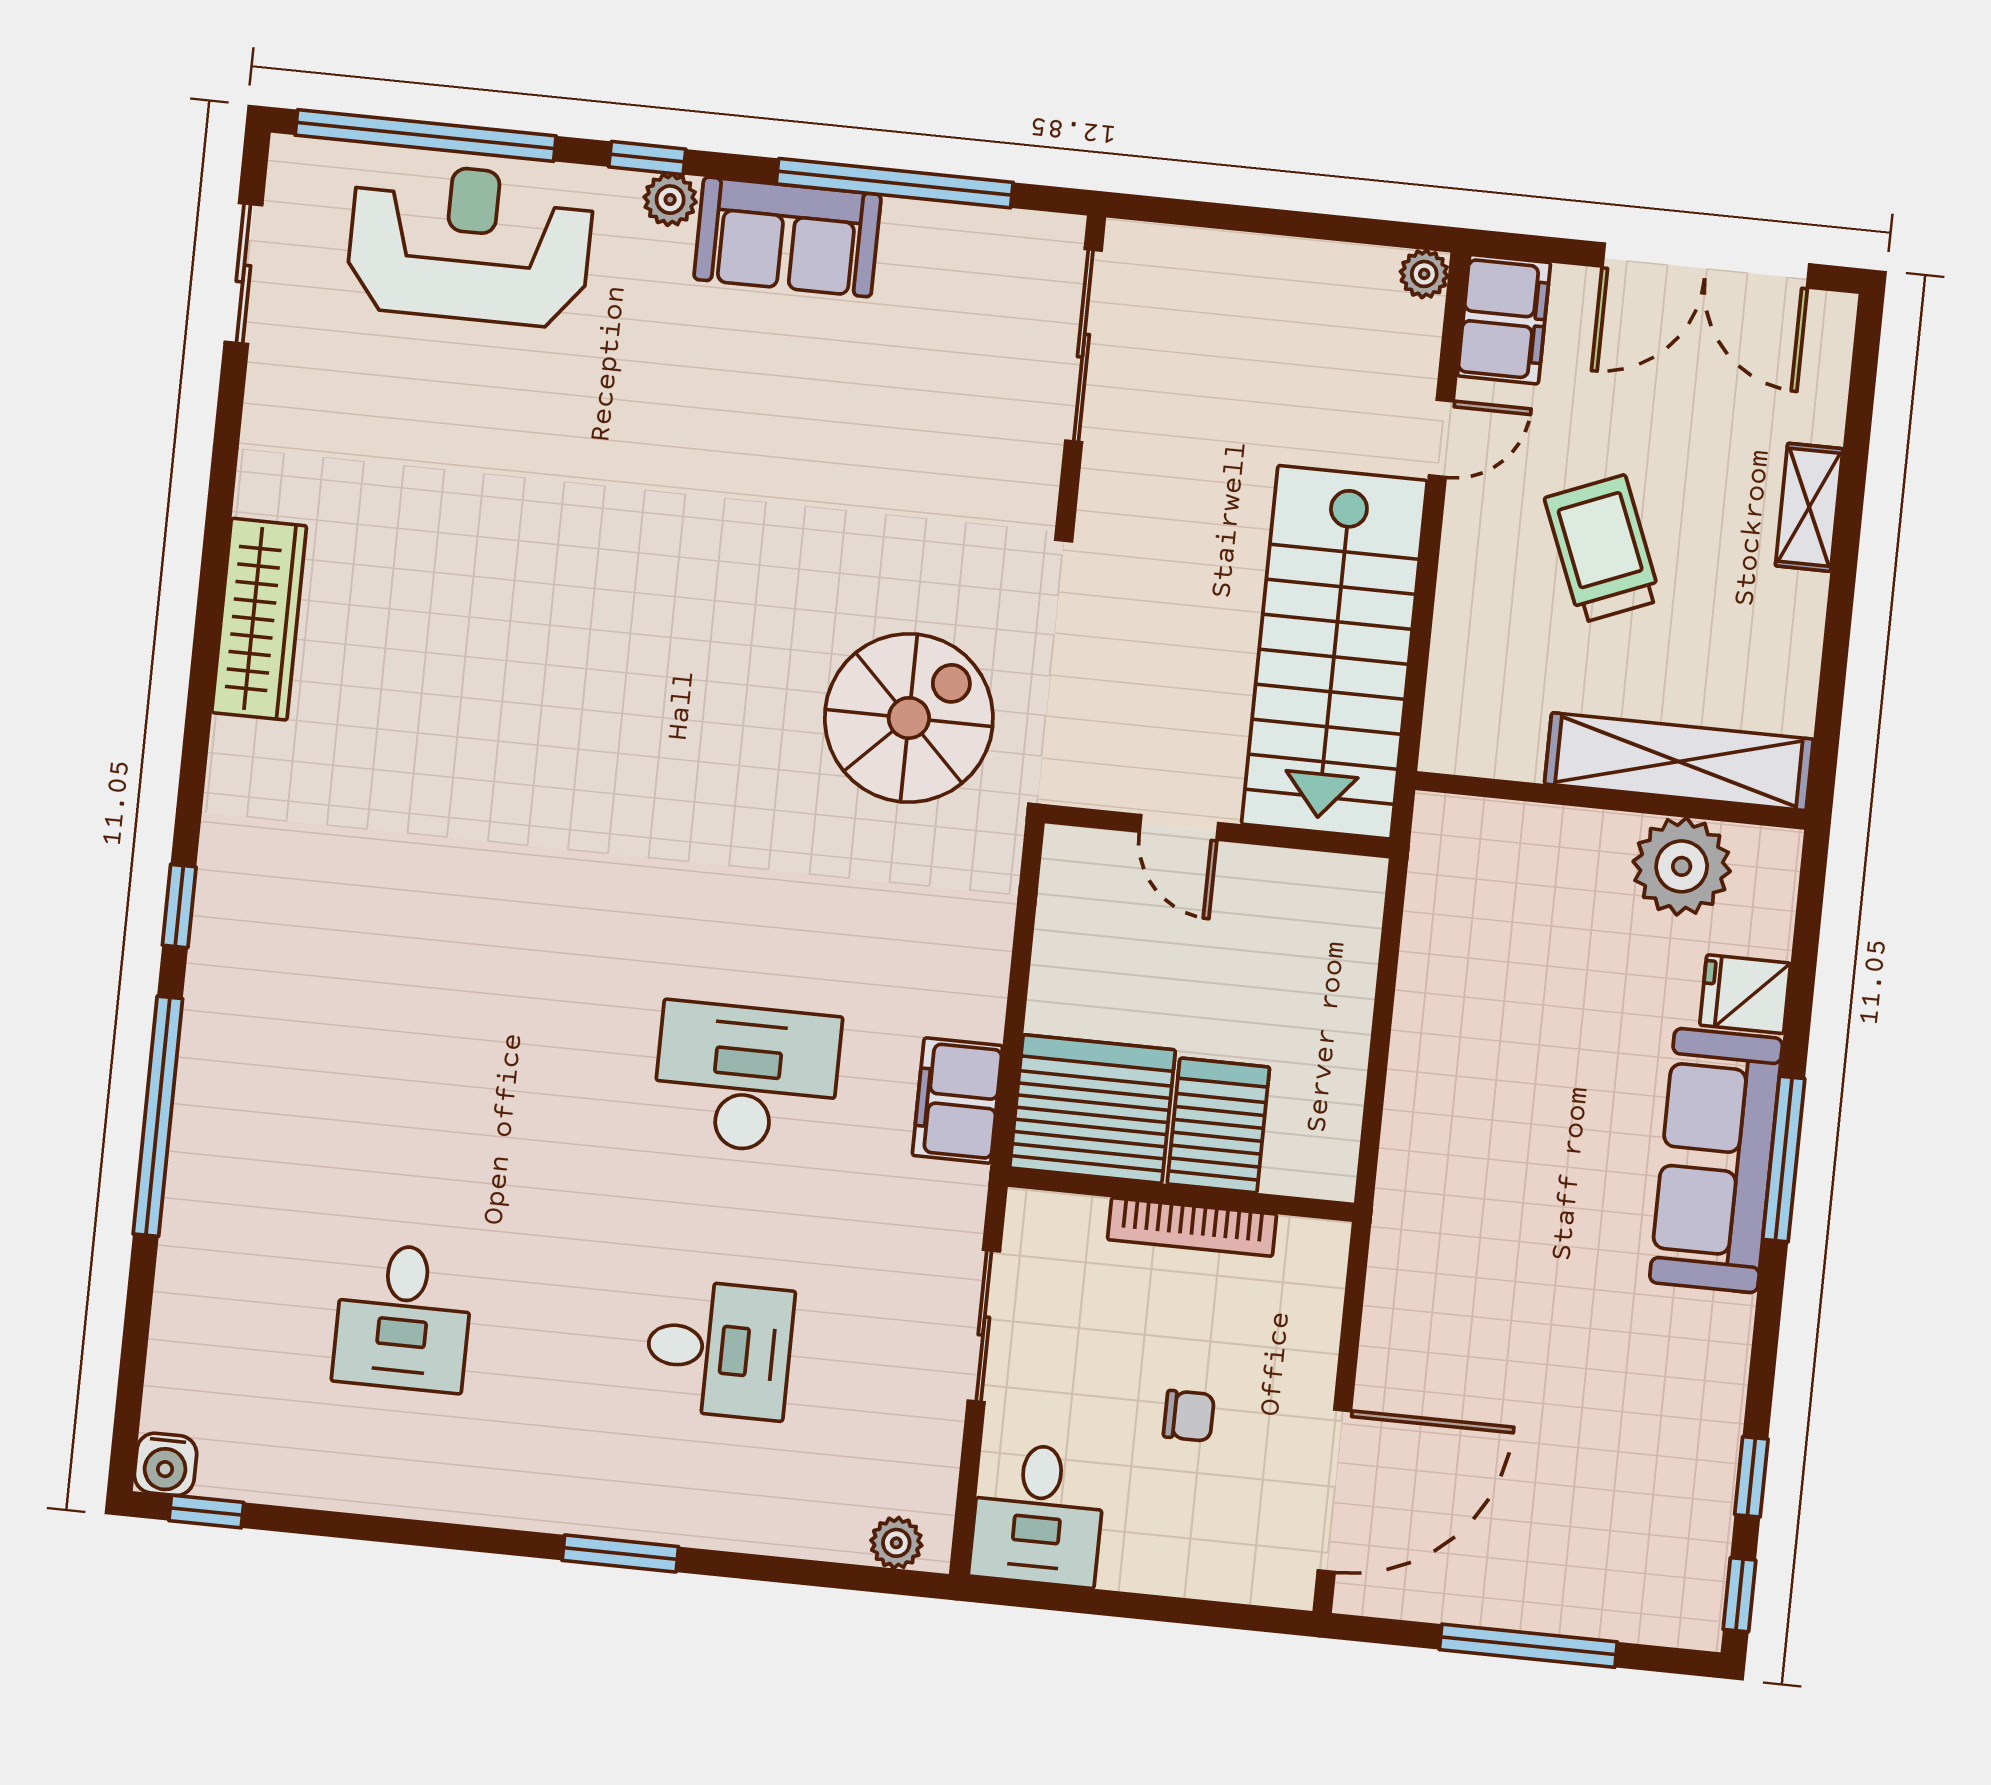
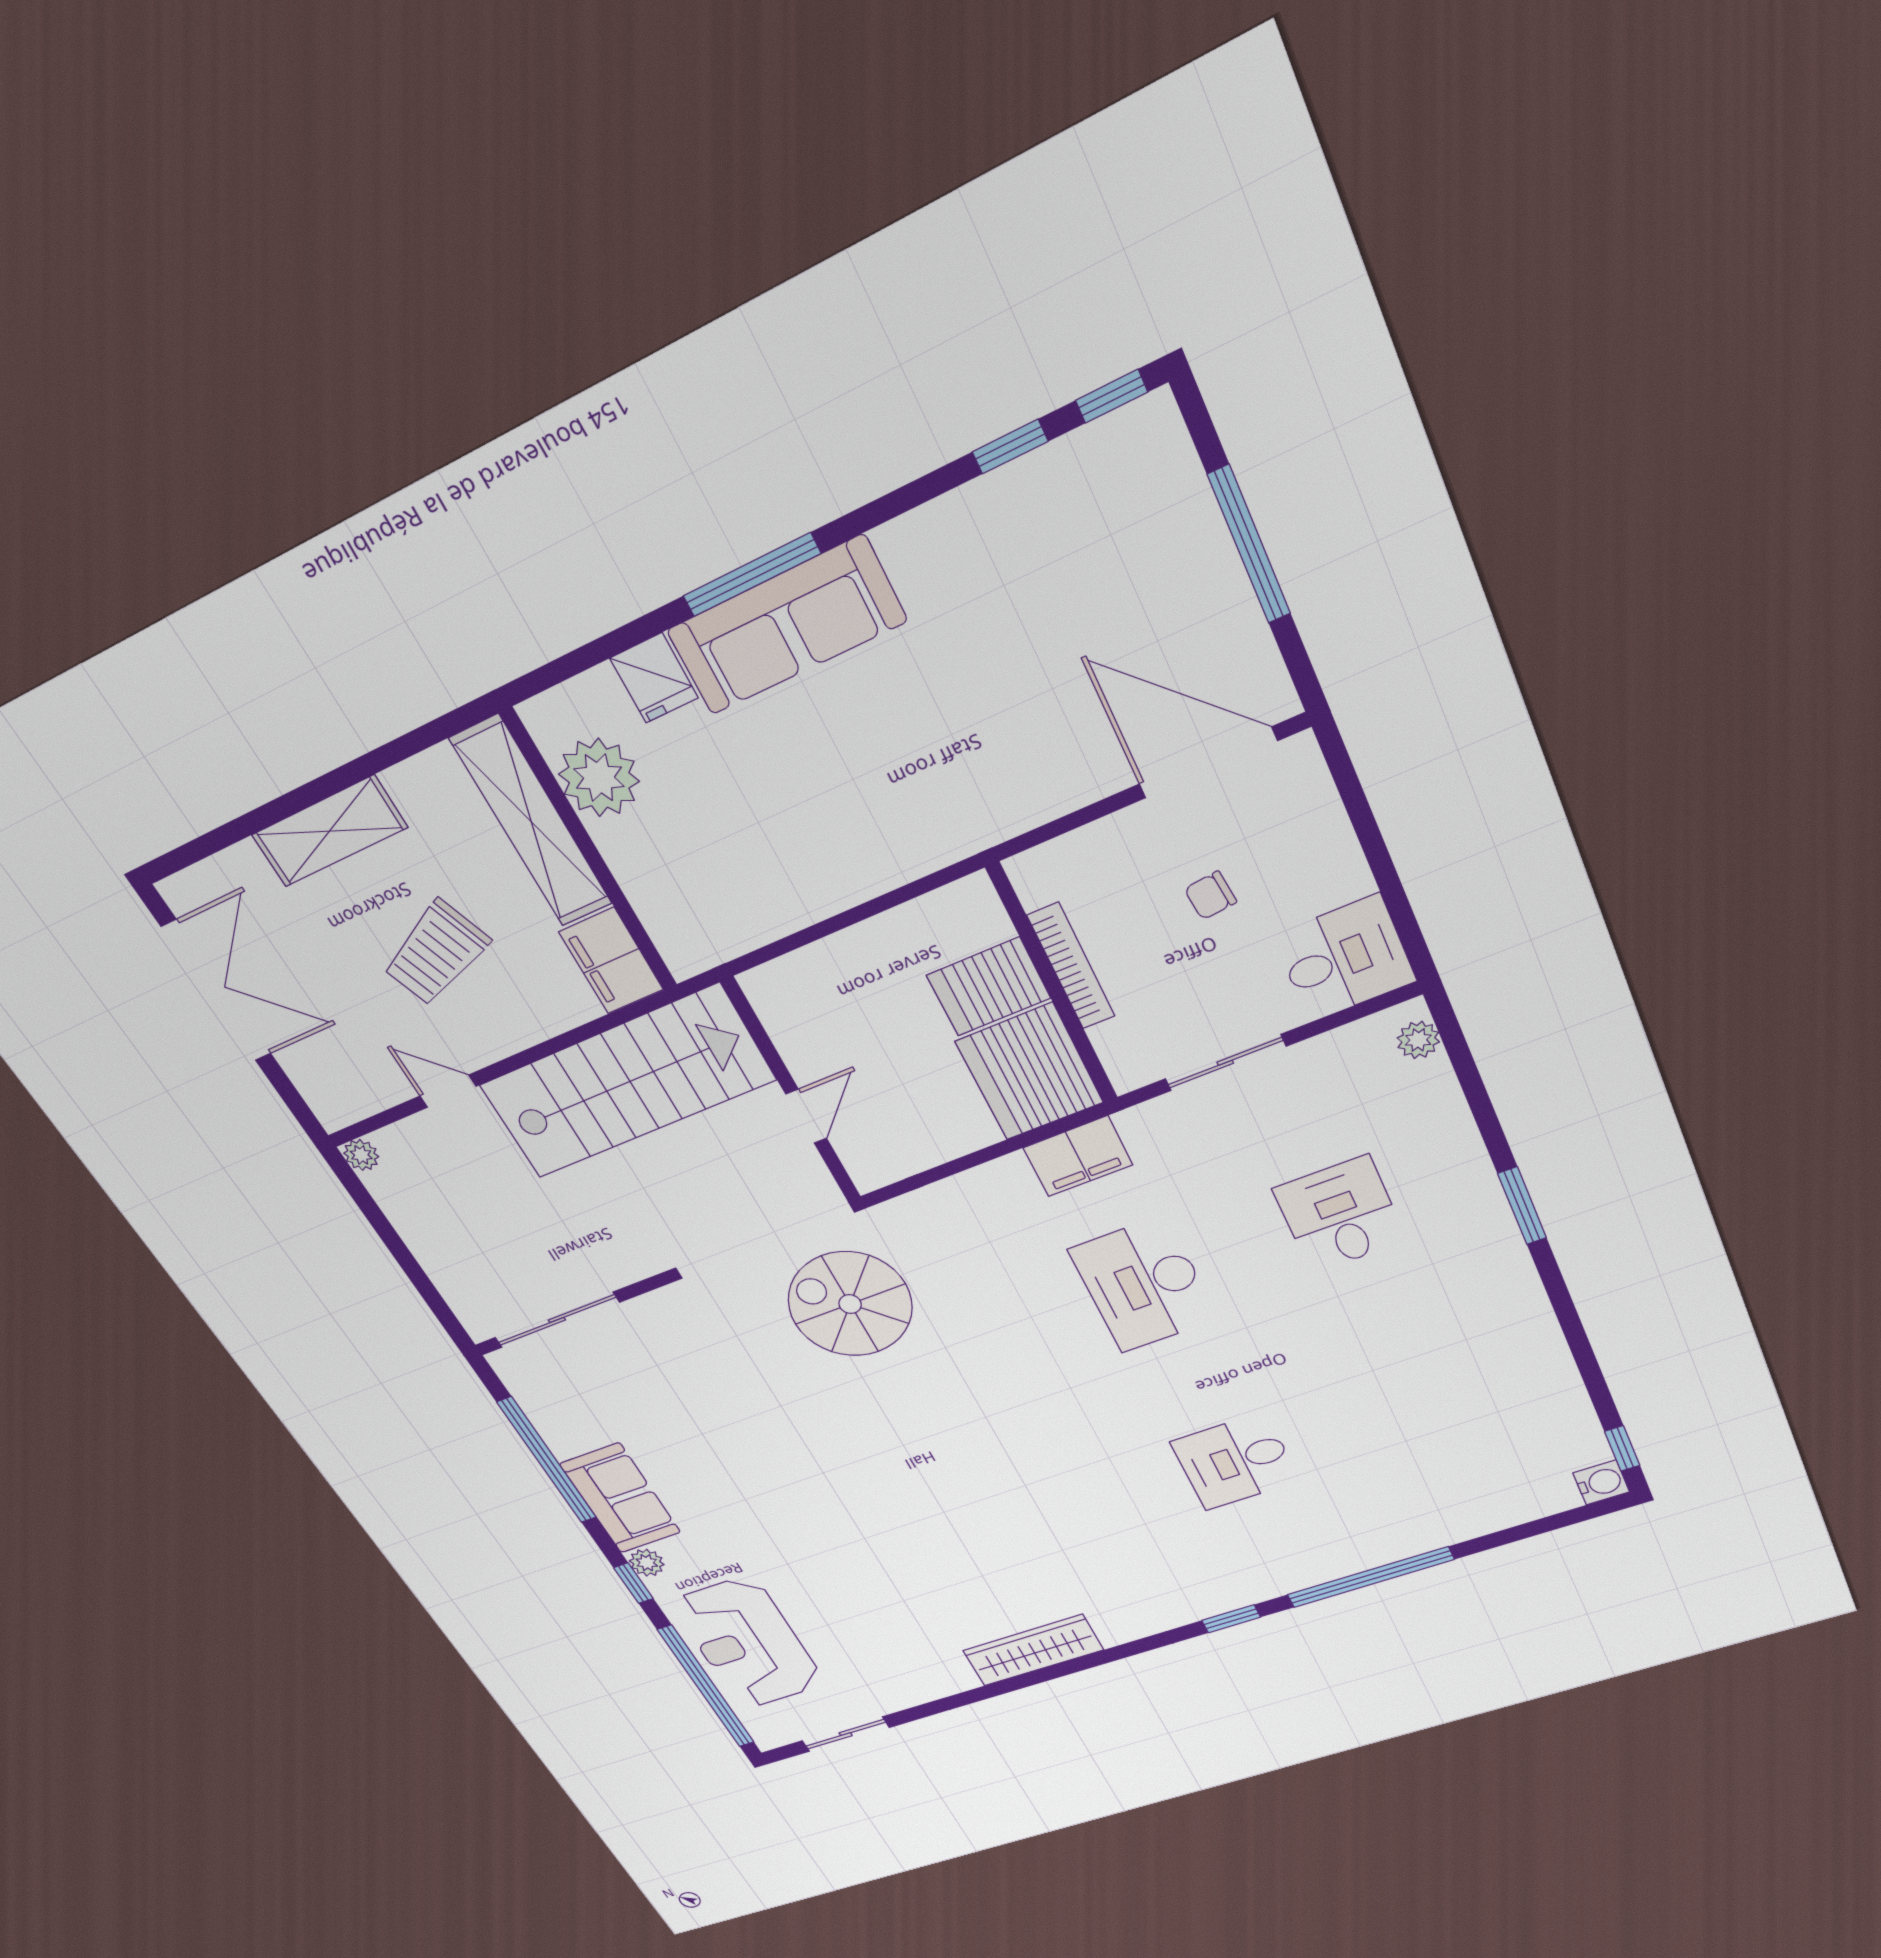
filing cabinet: (1504, 319) -> (611, 961), moved, turned -90
shelving: (1809, 507) -> (329, 831), width x1.50, depth x1.33
desk: (403, 1317) -> (1235, 1461), moved, turned 180
chair: (1189, 1416) -> (1210, 895), turned -96

